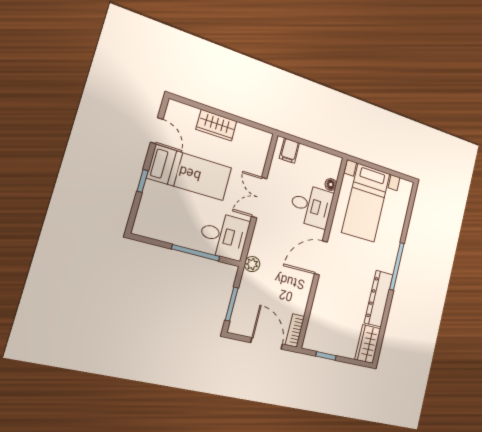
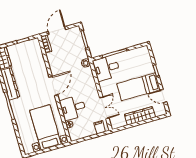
wardrobe: (216, 125) -> (140, 116), width x1.50
double door: (259, 197) -> (104, 108), moved
door: (267, 343) -> (57, 30), swing flipped

